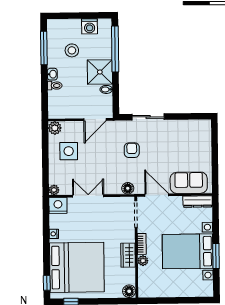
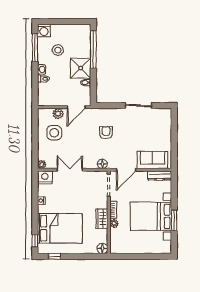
washing machine: (90, 26) -> (44, 31), moved
sliding door: (148, 117) -> (138, 105), moved
plant: (55, 128) -> (58, 114), moved
door: (157, 195) -> (126, 170), swing flipped
bed: (77, 267) -> (60, 228), width x0.73

